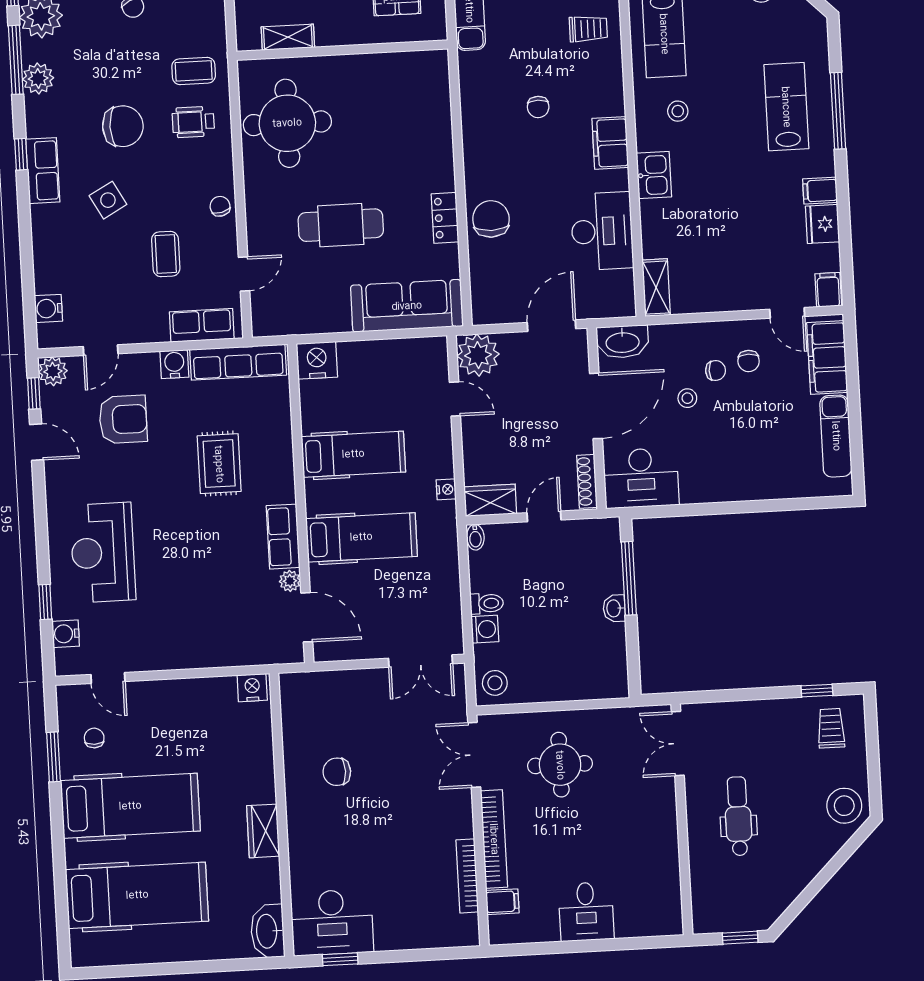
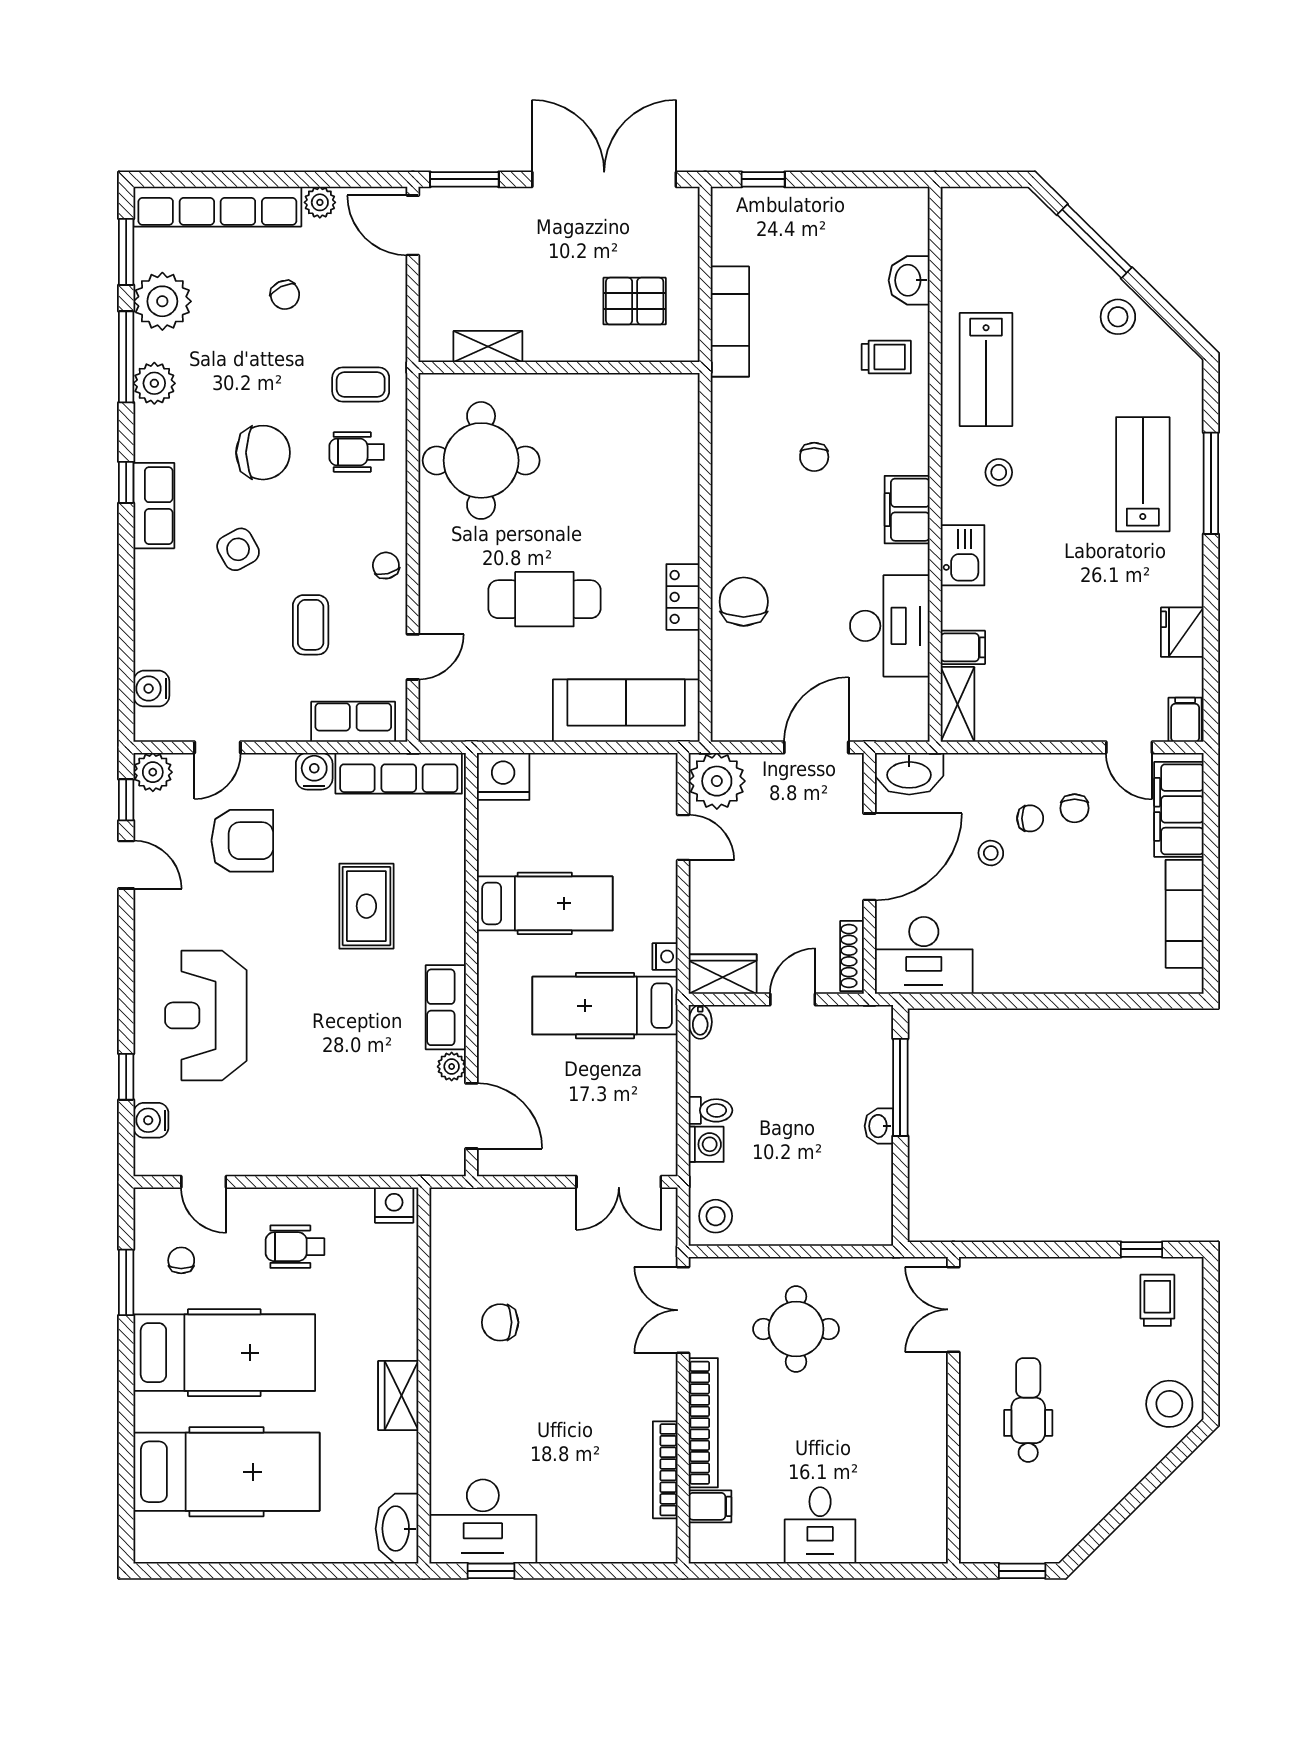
filing cabinet: (820, 191) -> (963, 647), moved, turned 180
hospital bed: (361, 537) -> (605, 1006), moved, turned 180
wheelchair: (179, 723) -> (295, 1247), added

